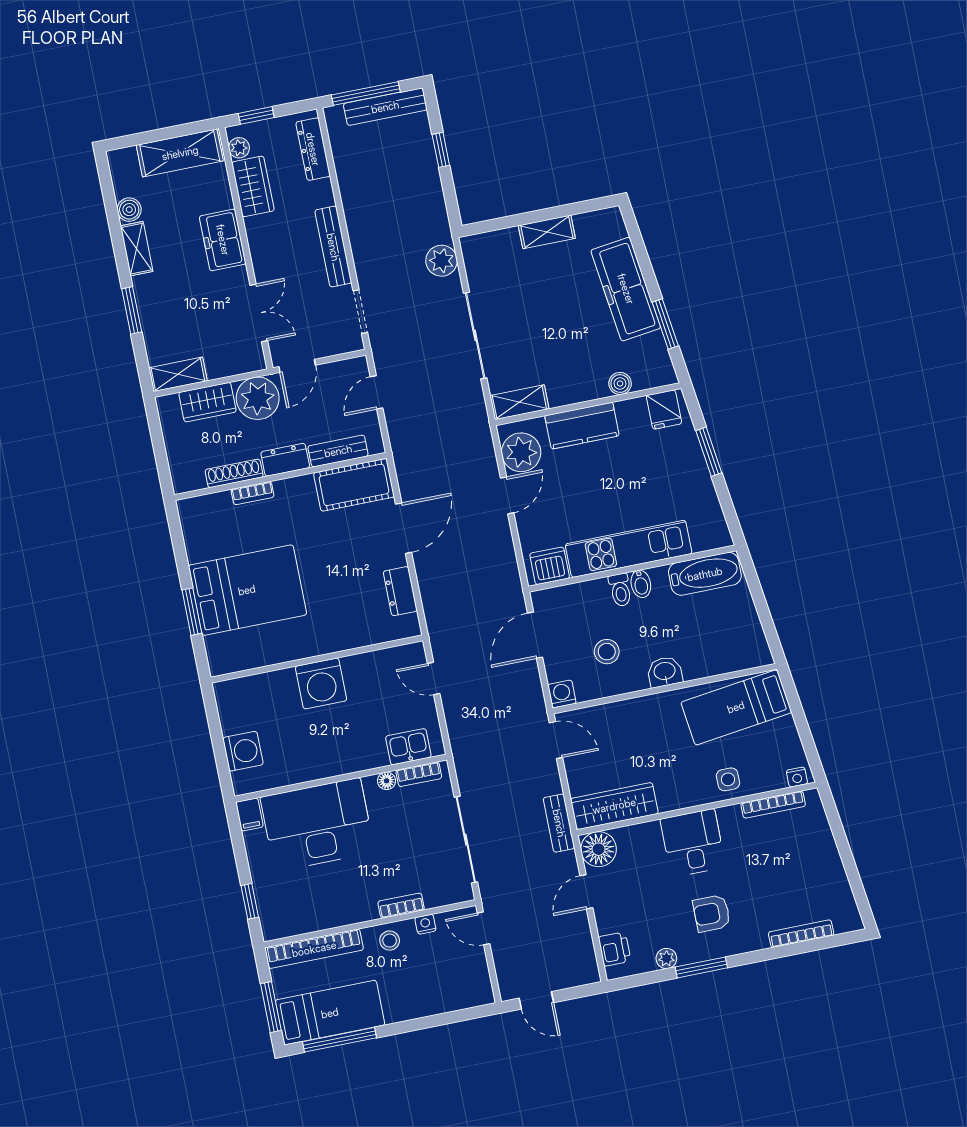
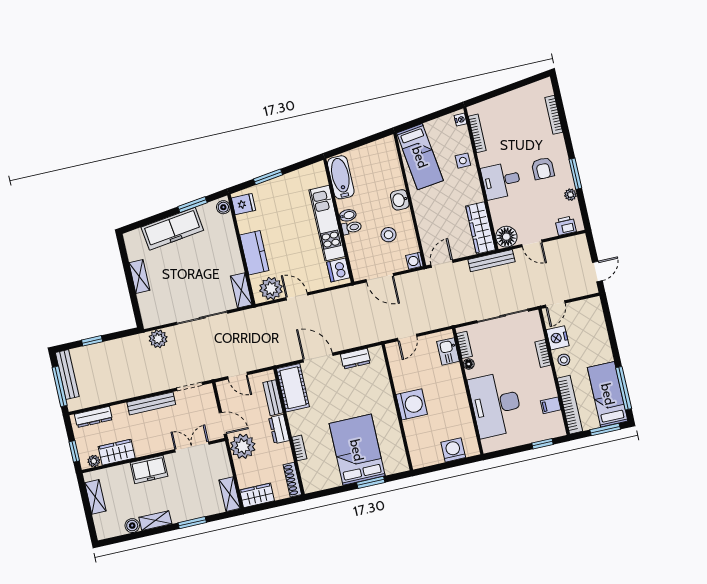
shelving: (180, 153) -> (95, 497), width x0.67, depth x0.75
boiler: (620, 383) -> (223, 207), moved
wardrobe: (207, 402) -> (257, 495), moved, turned -90
shoe rack: (234, 473) -> (292, 480), moved
filing cabinet: (249, 814) -> (551, 405), moved, turned 180
bench: (559, 823) -> (491, 261), width x1.36
nightstand: (425, 924) -> (558, 338), width x1.89, depth x1.79

